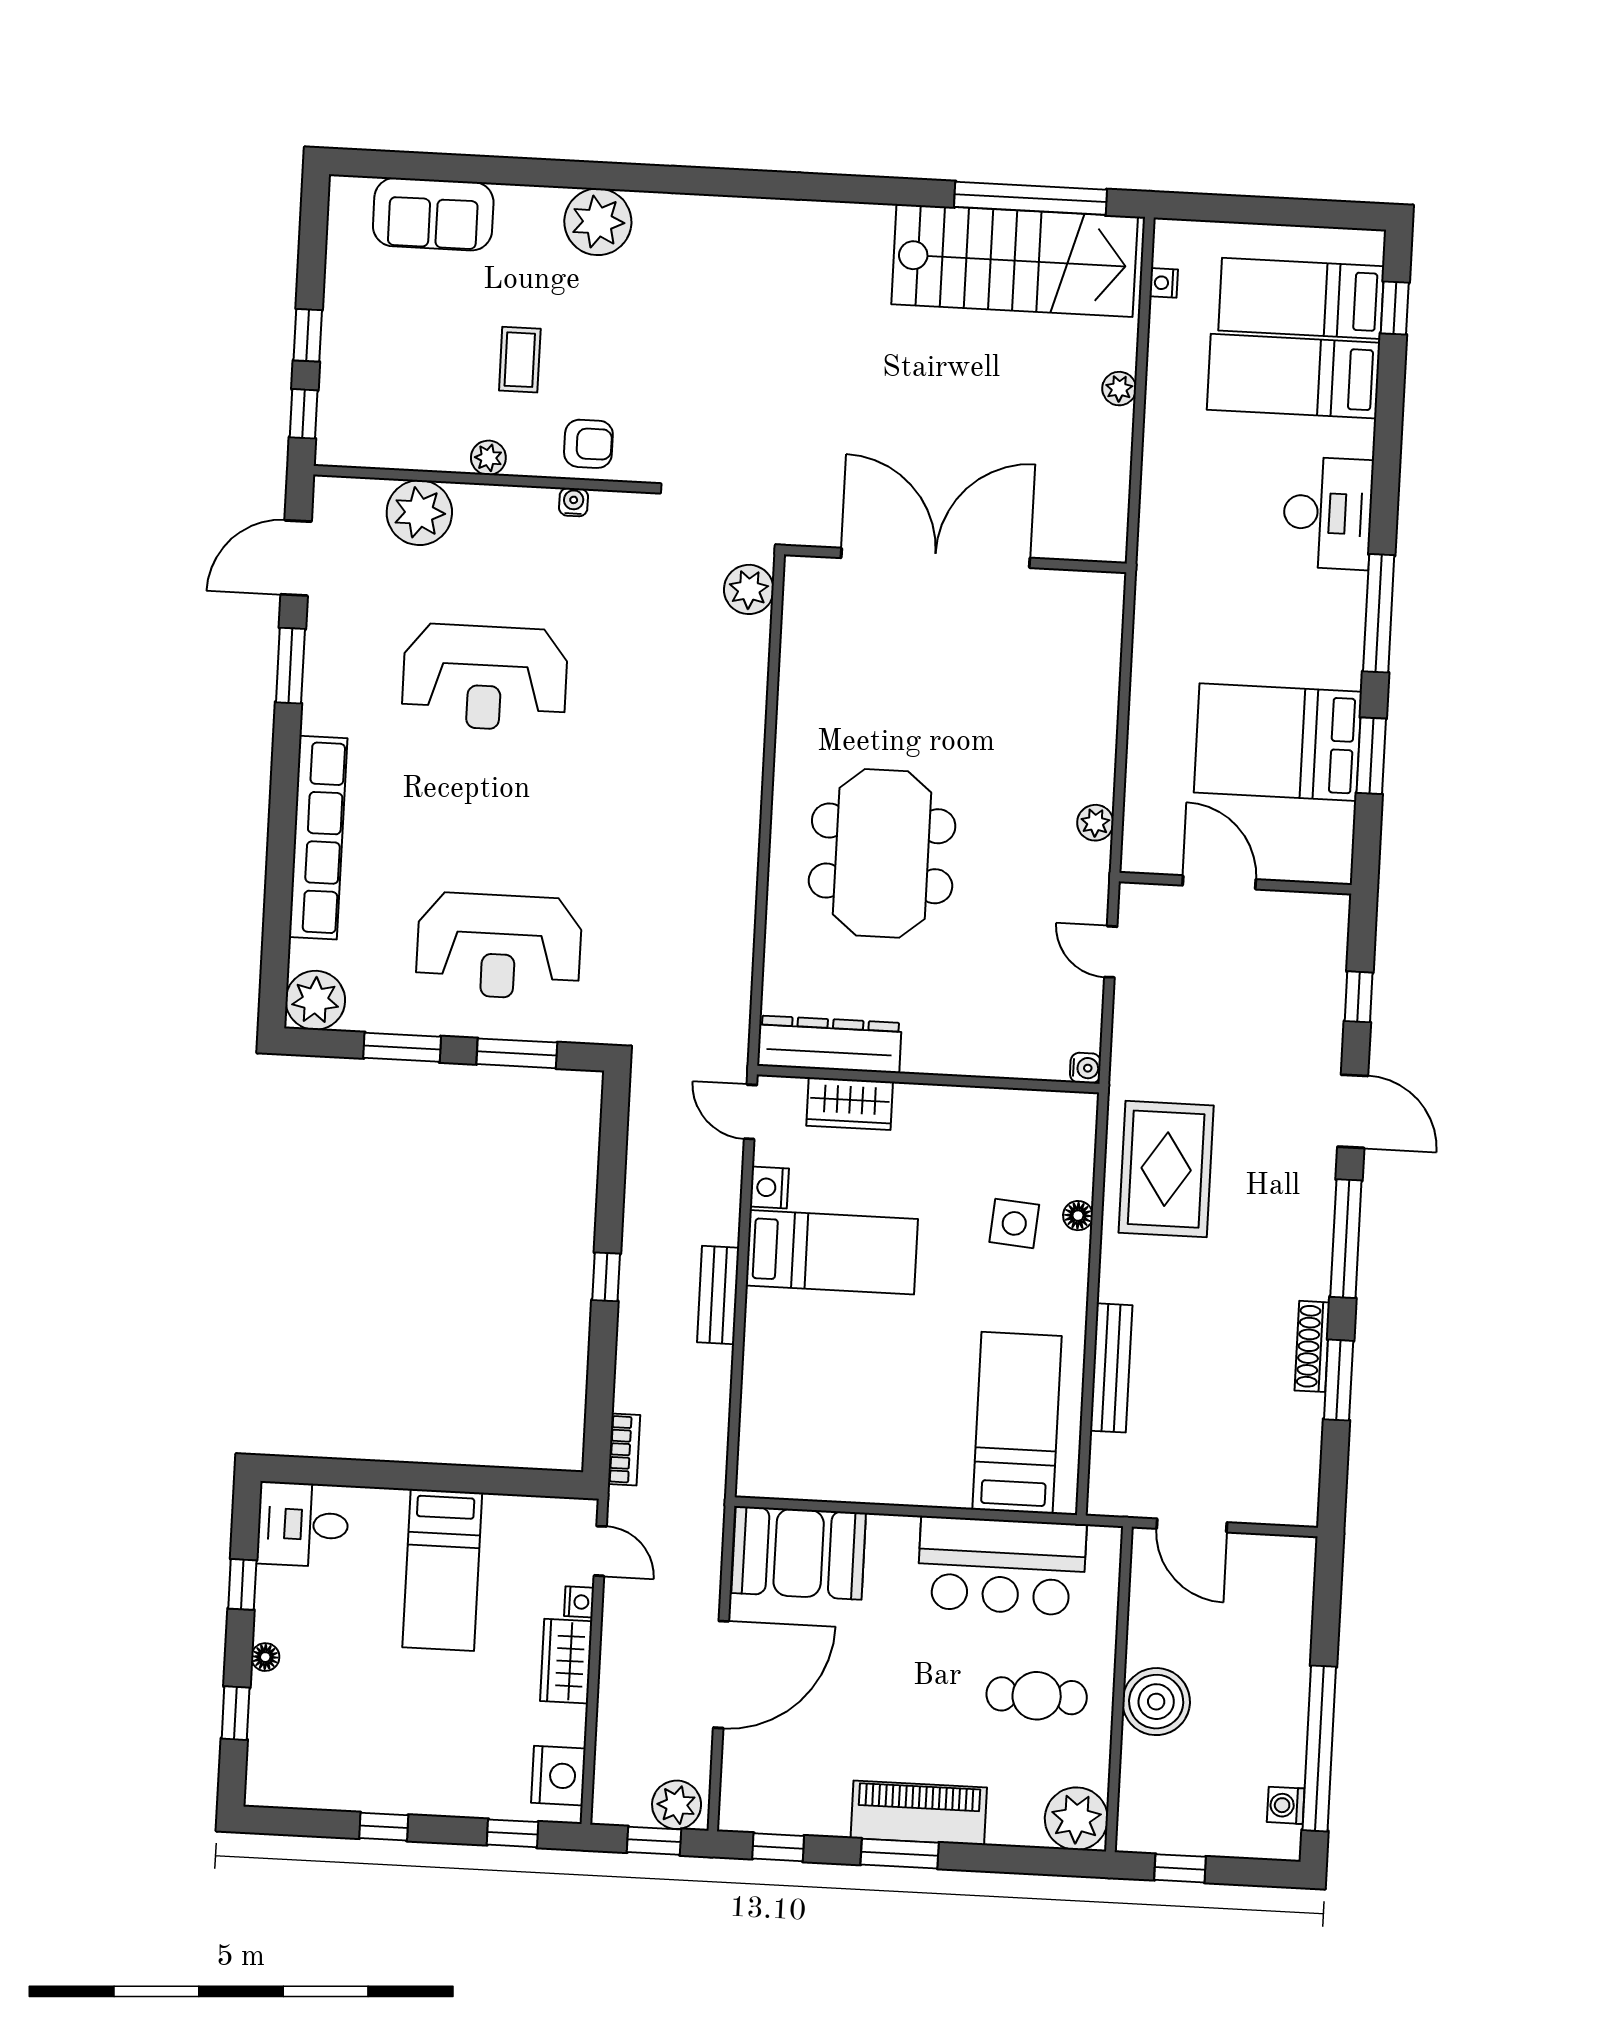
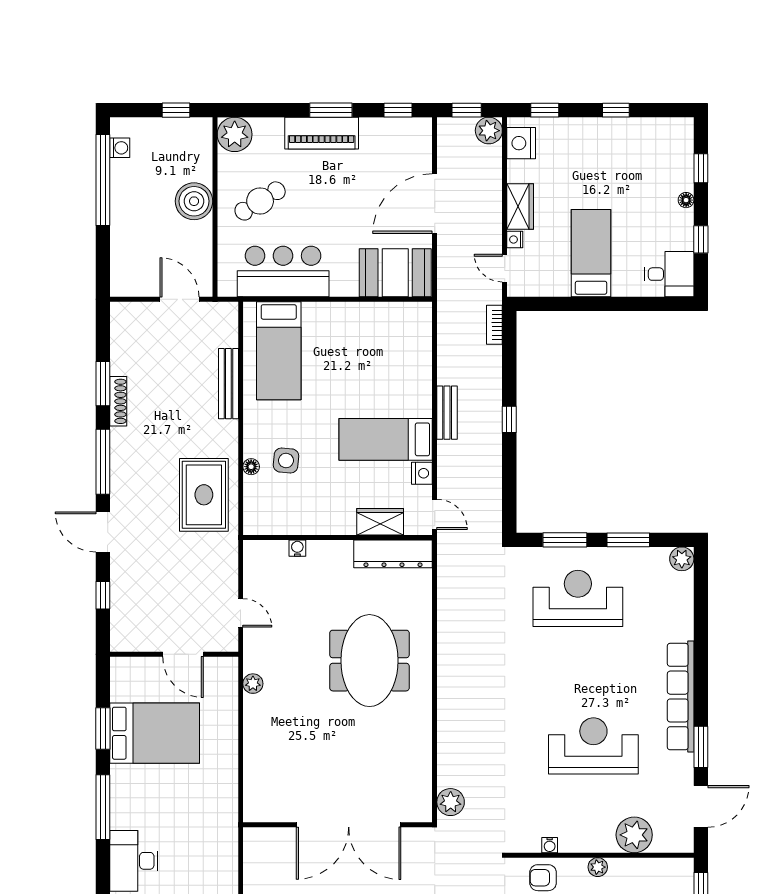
row of seats: (318, 838) -> (681, 697), moved
plant: (315, 1000) -> (682, 559), width x0.73, depth x0.73
water cooler: (1085, 1068) -> (297, 548), moved, turned 90
cafe table: (1037, 1696) -> (260, 201), turned -32
plant: (677, 1805) -> (489, 131), moved

